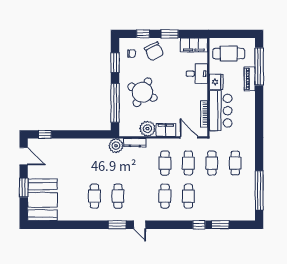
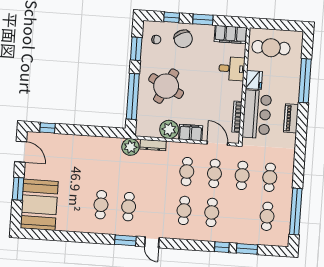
window: (259, 66) -> (305, 81), moved
piano: (250, 79) -> (291, 118), moved
cafe table: (235, 196) -> (267, 216), added

